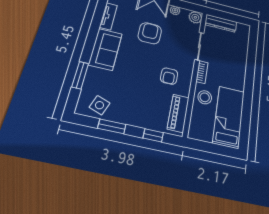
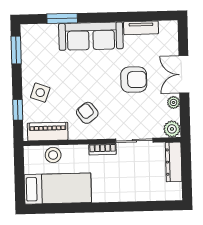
sofa: (105, 49) -> (91, 36), width x1.36
armchair: (169, 76) -> (87, 113), turned 53
stool: (205, 97) -> (53, 155), moved
side table: (100, 105) -> (40, 93), moved
window: (112, 126) -> (16, 50), moved

